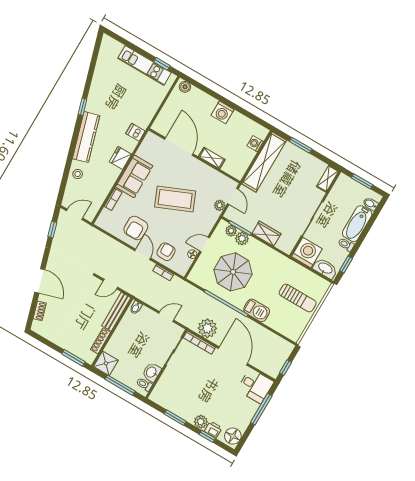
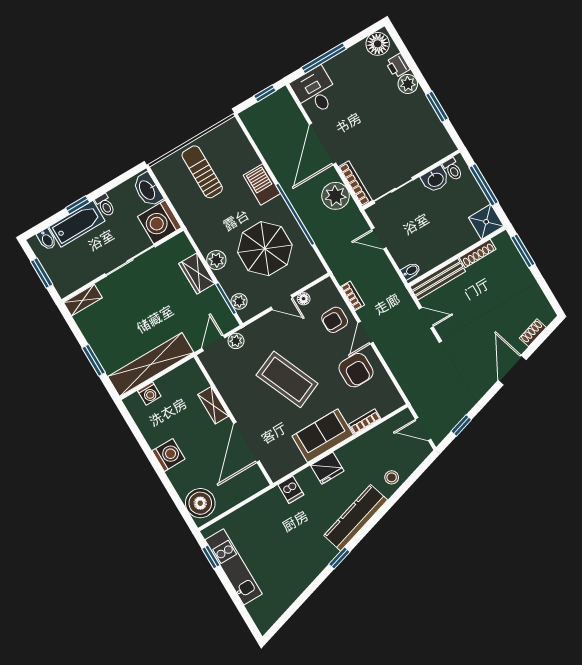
boiler: (185, 87) -> (200, 503), width x1.86, depth x1.86
armchair: (136, 228) -> (356, 370), turned 90
plant: (242, 238) -> (216, 260), moved
window: (346, 265) -> (78, 205), moved
window: (207, 436) -> (410, 61), removed

